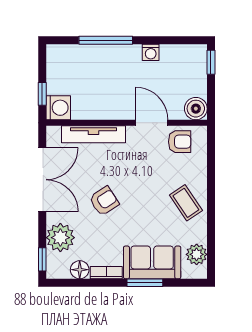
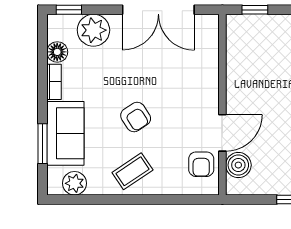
washing machine: (58, 108) -> (239, 28), removed
boiler: (196, 109) -> (238, 165), moved
tv unit: (93, 134) -> (209, 67), removed
armchair: (104, 201) -> (136, 117), moved
window: (145, 283) -> (43, 144), moved

